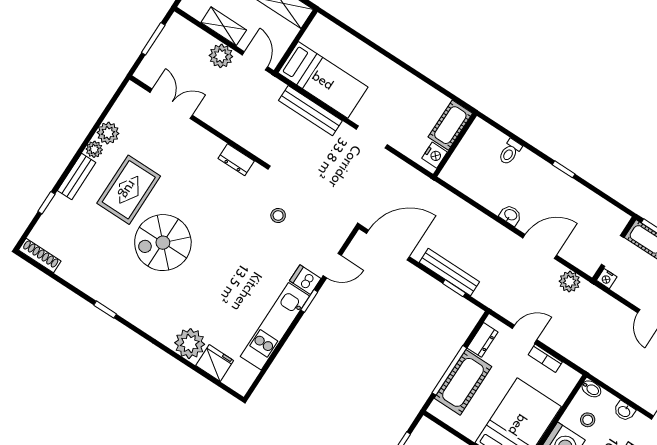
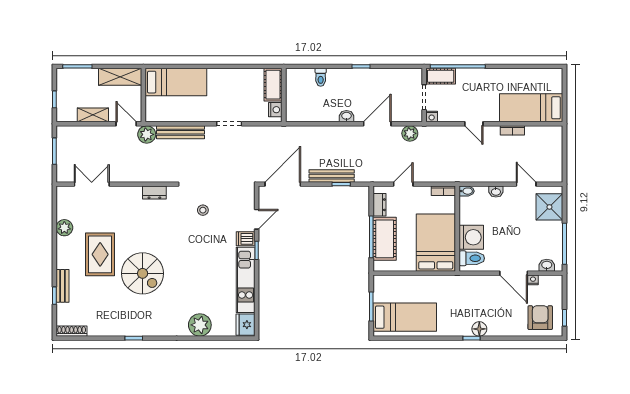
plant: (221, 56) -> (147, 134), moved
bed: (323, 80) -> (176, 82), moved
plant: (94, 149) -> (62, 243), removed
bench: (77, 177) -> (62, 286), moved
spiral stairs: (163, 243) -> (143, 273), turned -90
bookcase: (545, 358) -> (443, 191), moved
fridge: (215, 363) -> (245, 325), moved, turned -90
stool: (588, 420) -> (477, 212), removed

